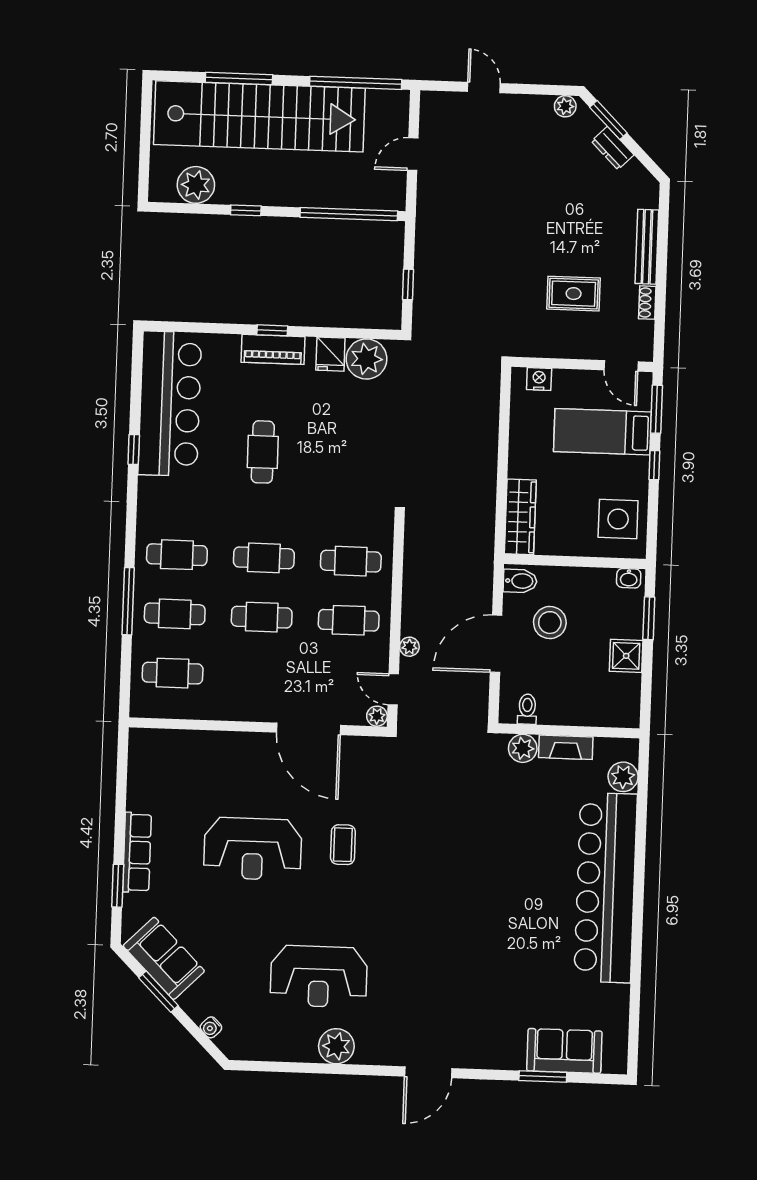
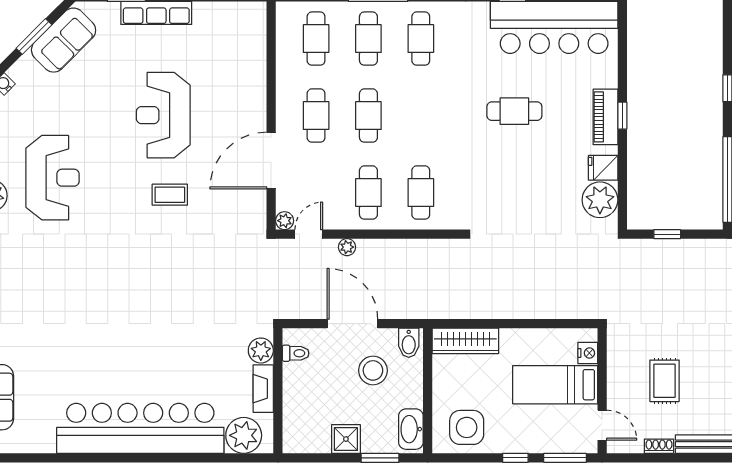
door: (621, 366) -> (602, 425), swing flipped
bed: (602, 432) -> (555, 385), moved, turned -90
cafe table: (264, 558) -> (316, 116), moved
washbasin: (629, 578) -> (411, 429), width x1.91, depth x1.45
plant: (623, 777) -> (244, 435), width x1.36, depth x1.36
reception desk: (319, 976) -> (53, 178), turned 180

